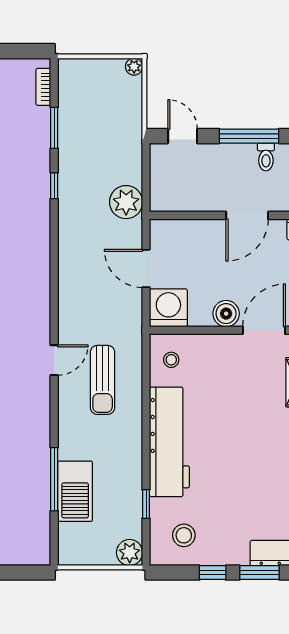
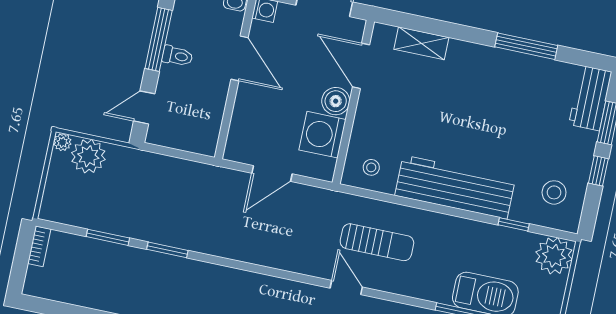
bookcase: (43, 87) -> (39, 246), moved, turned -90
toilet: (266, 157) -> (177, 56), moved
window: (54, 186) -> (167, 250), width x1.50
plant: (126, 202) -> (88, 156), moved
washing machine: (168, 308) -> (322, 135), moved
plant: (130, 553) -> (554, 256), width x1.36, depth x1.36

